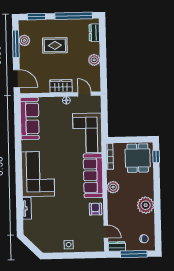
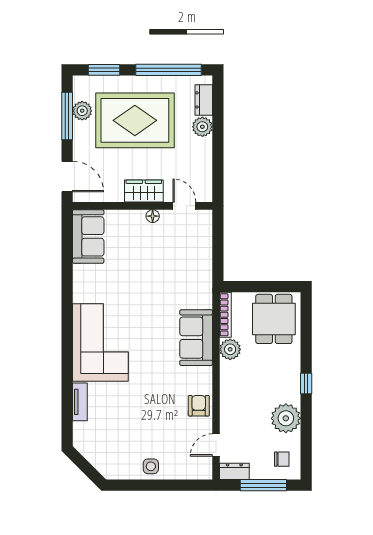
rug: (55, 45) -> (135, 120), width x1.86, depth x2.06
plant: (94, 60) -> (202, 127), moved
sofa: (30, 118) -> (88, 236), width x0.73
corner sofa: (87, 133) -> (188, 274), removed
window: (156, 157) -> (306, 383), moved
sofa: (93, 176) -> (196, 338), width x0.73
plant: (113, 187) -> (230, 349), moved
plant: (146, 205) -> (286, 418), moved
door: (106, 232) -> (216, 445), swing flipped

